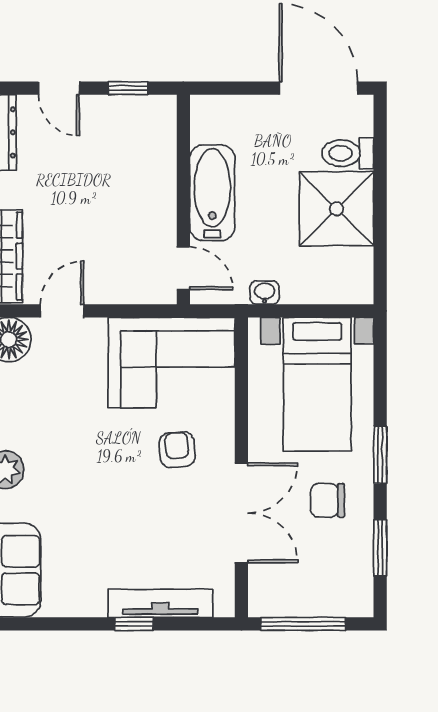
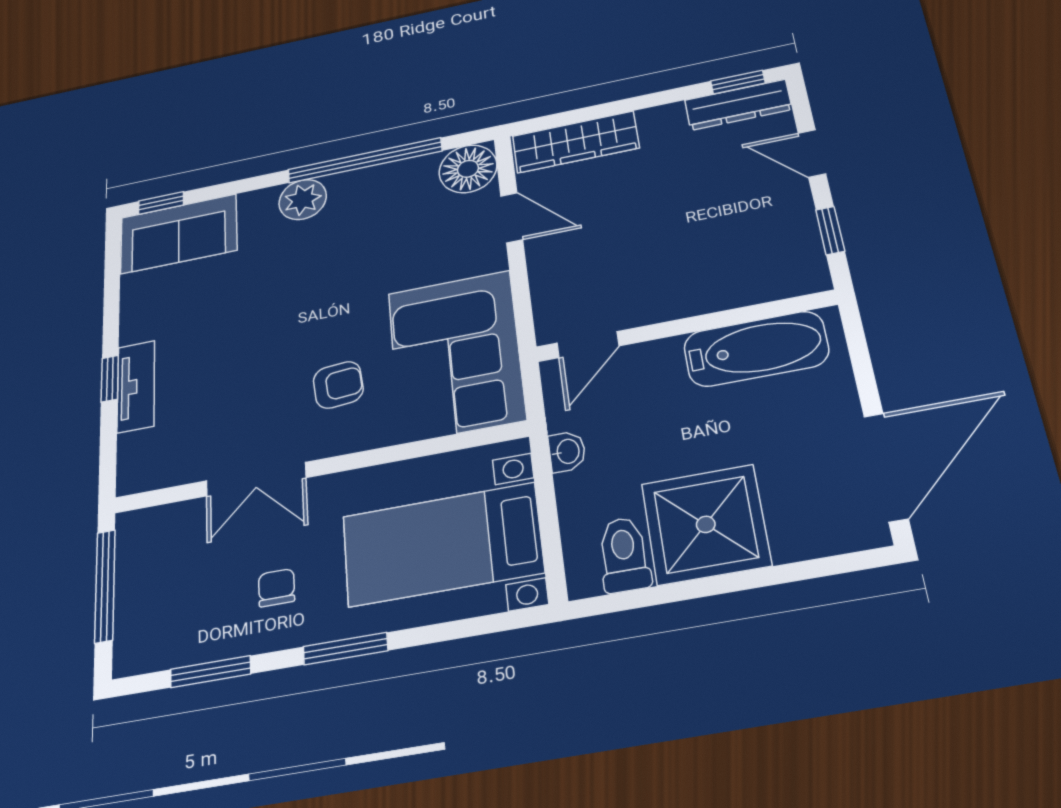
door: (59, 88) -> (812, 153), hinge flipped
toilet: (348, 153) -> (624, 555), moved
bathtub: (212, 193) -> (756, 349), moved
chair: (328, 500) -> (277, 588), width x0.73, depth x0.73
double door: (241, 513) -> (256, 479), width x0.73
tv unit: (160, 603) -> (136, 386), width x0.71

